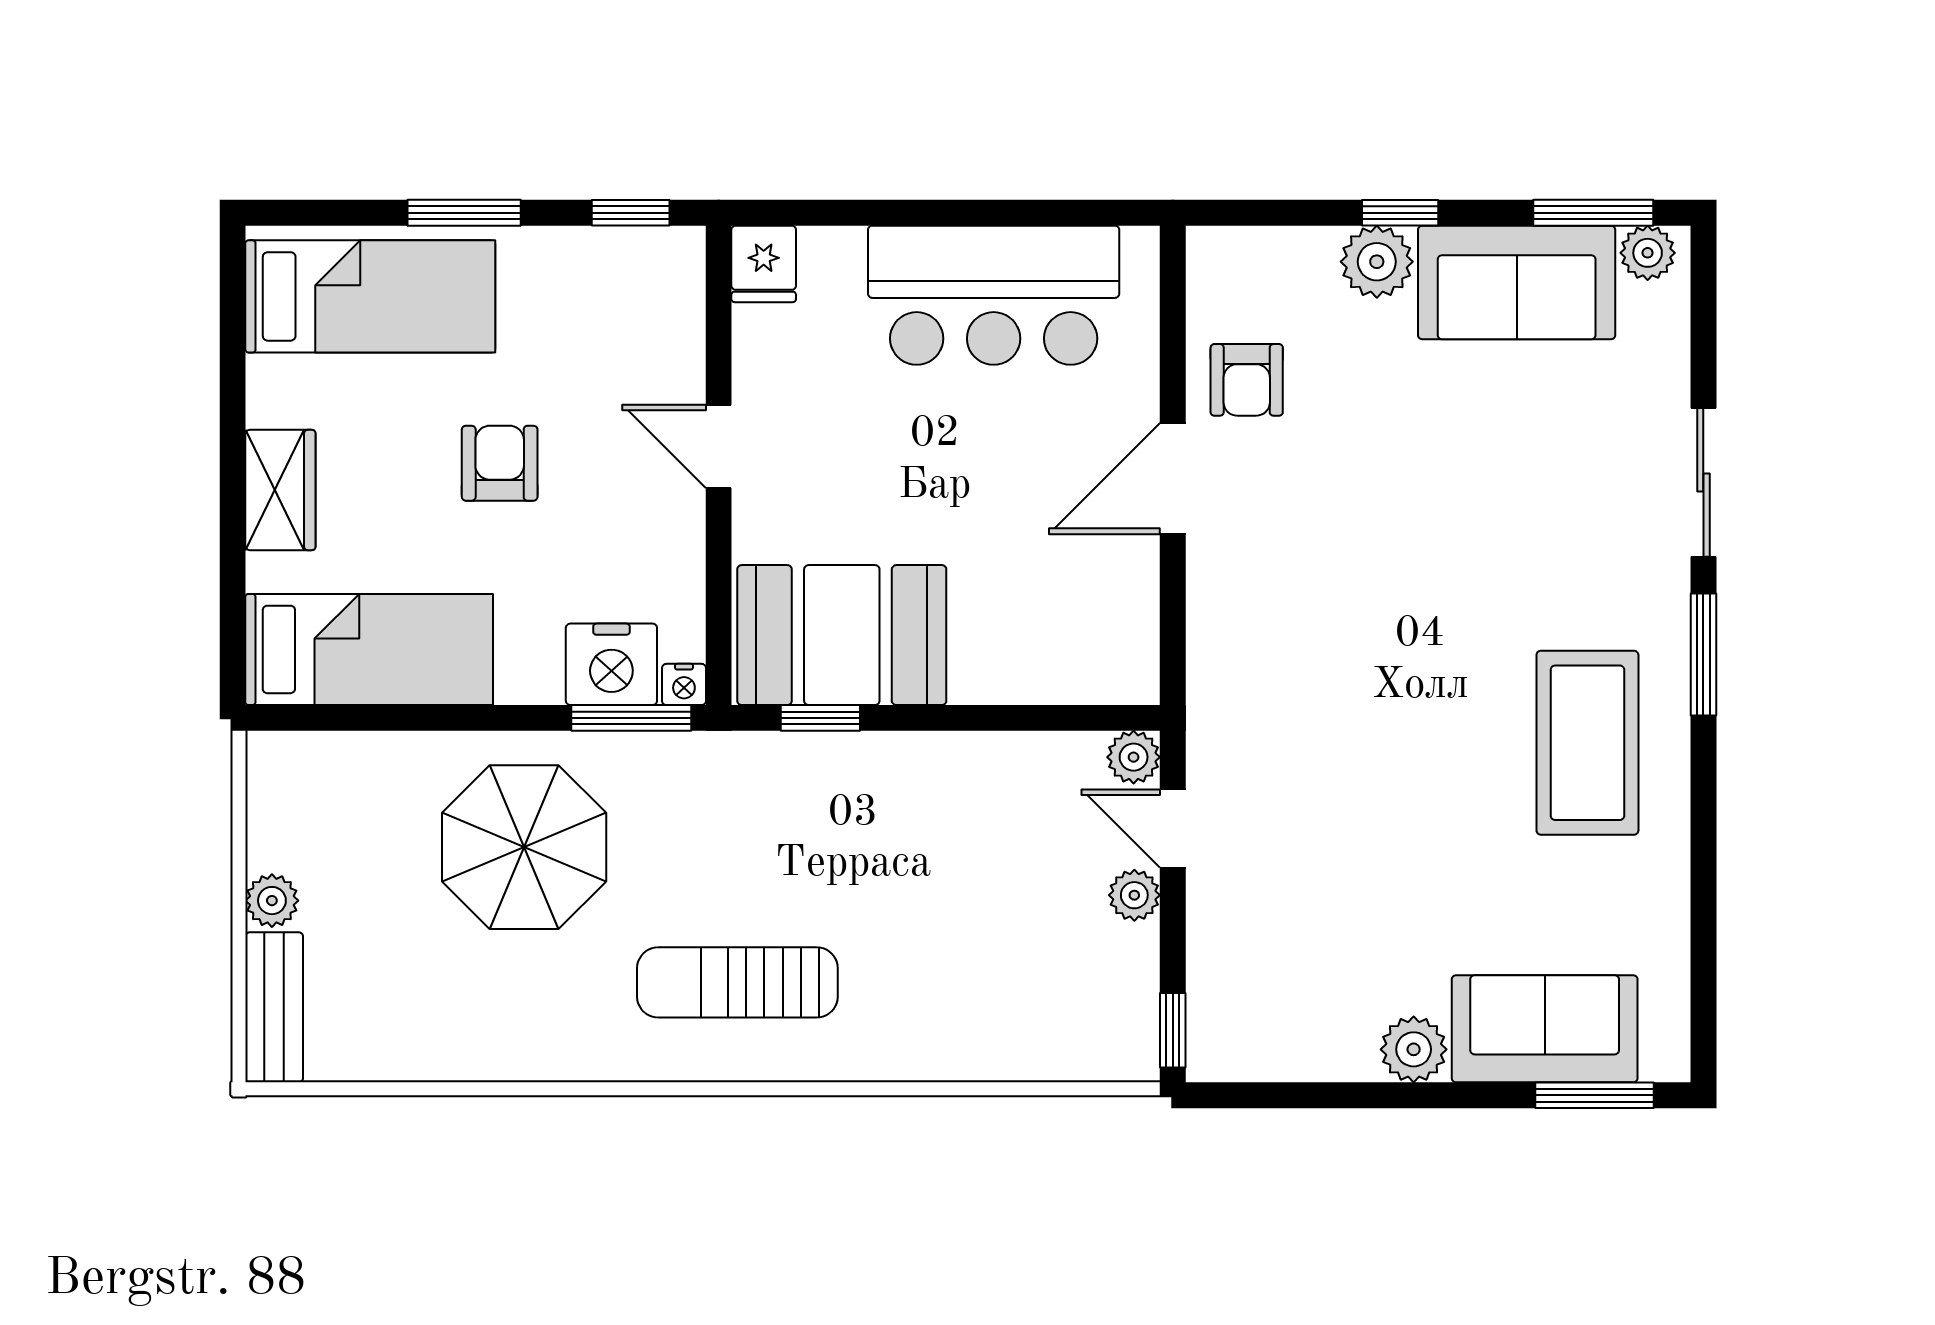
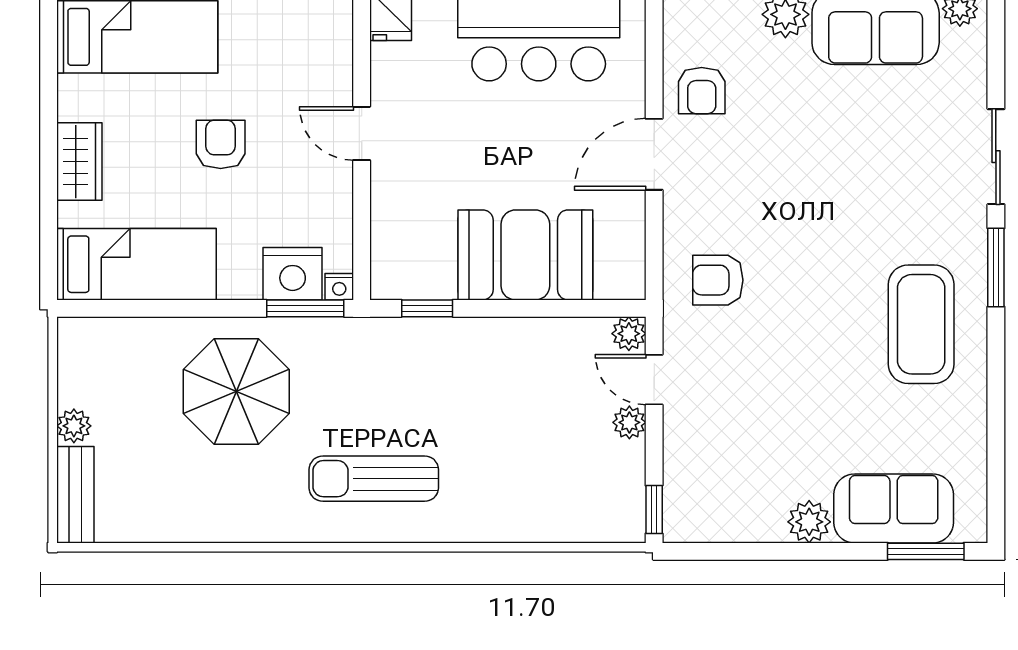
booth: (842, 635) -> (525, 255), moved
armchair: (1272, 674) -> (718, 280), added

